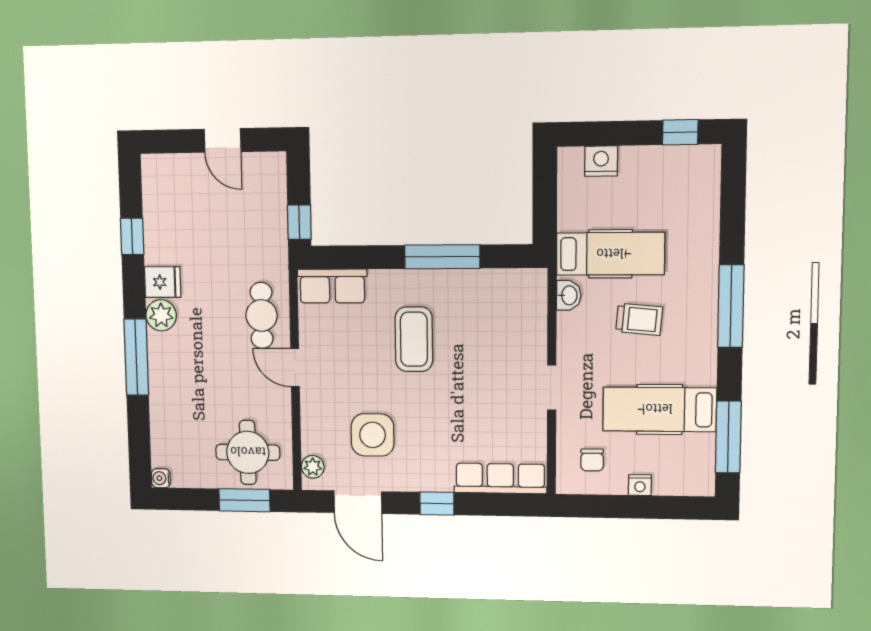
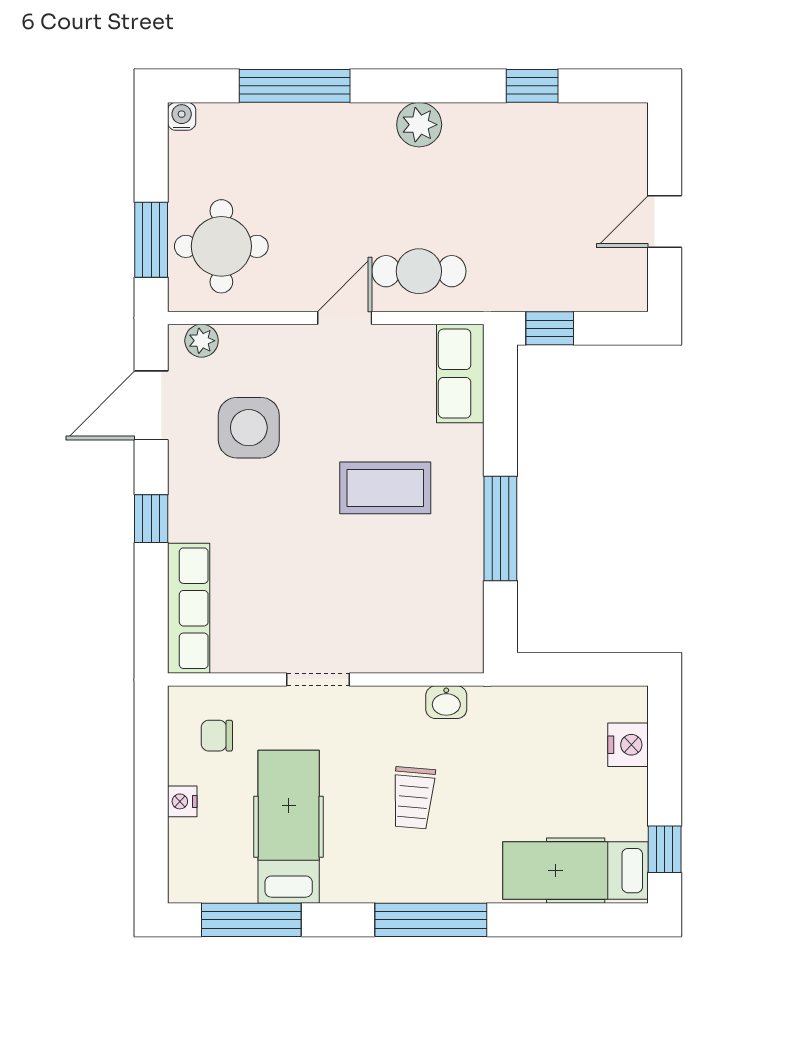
hospital bed: (610, 254) -> (576, 871), moved, turned 90
fridge: (163, 282) -> (467, 128), removed
window: (136, 357) -> (295, 86), moved

